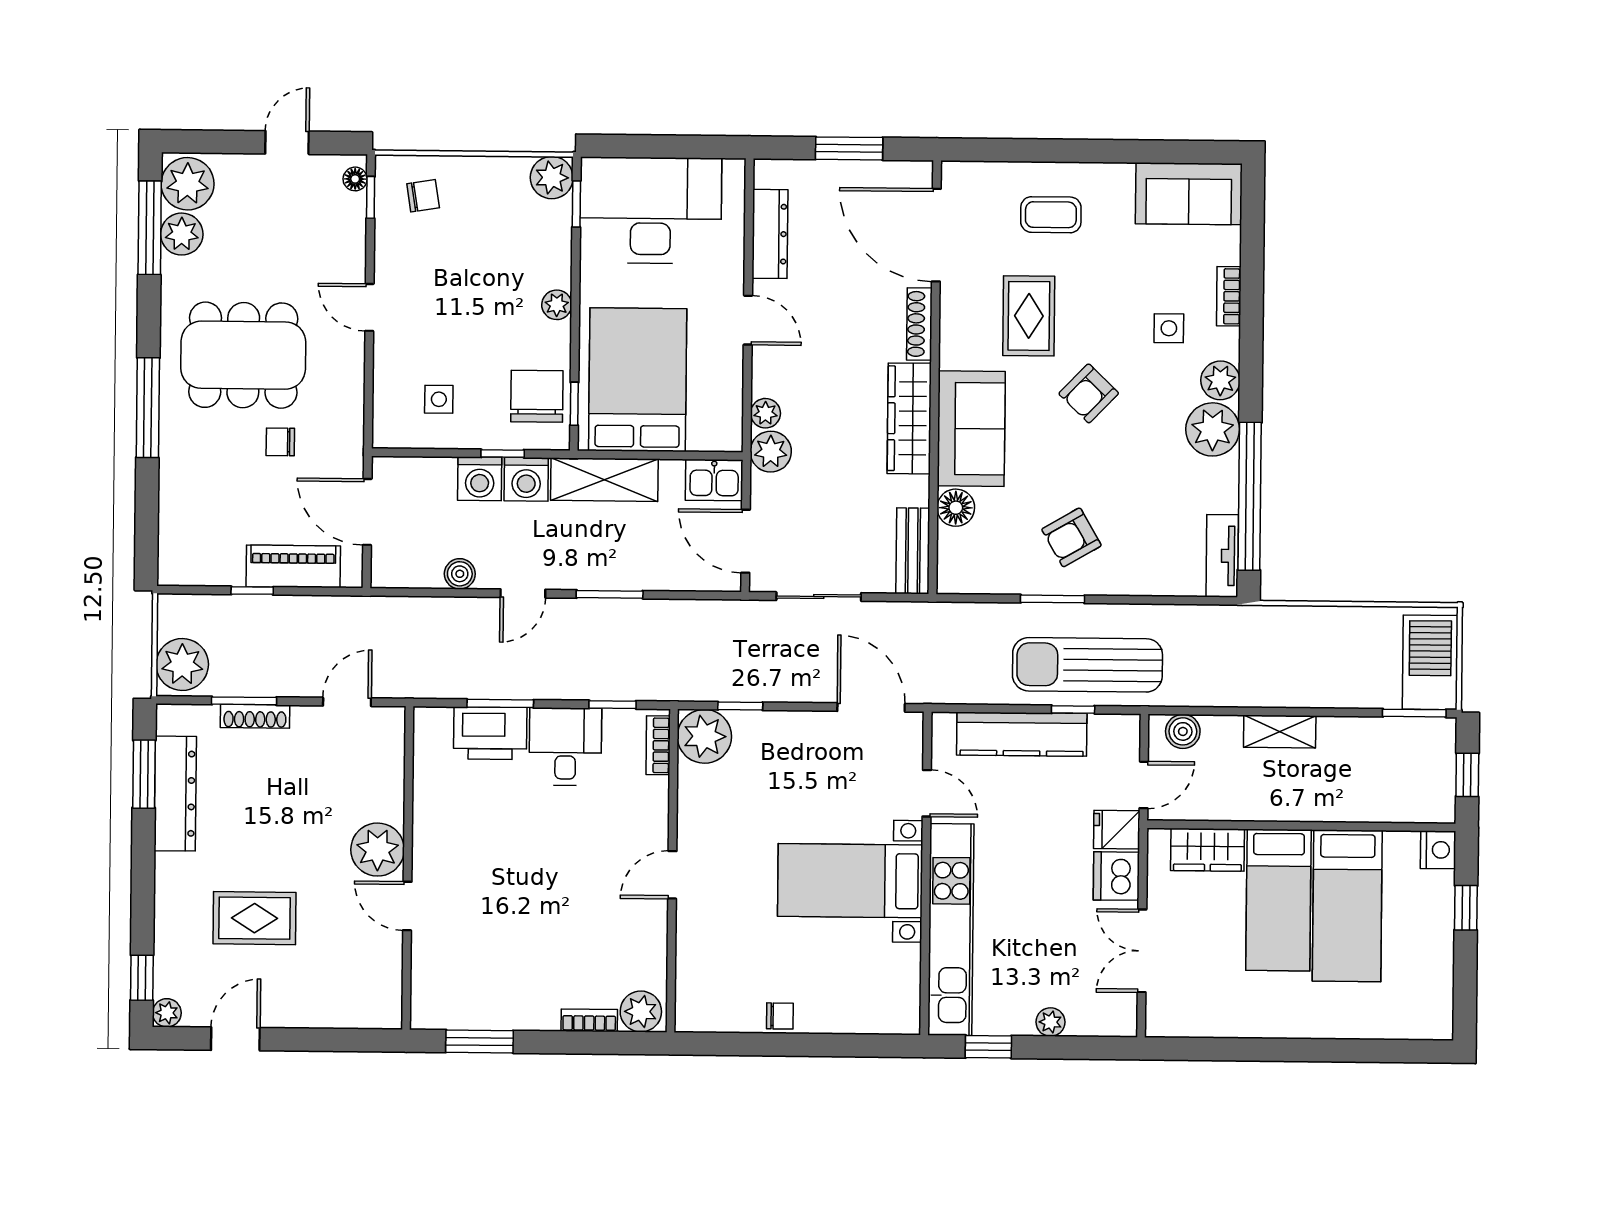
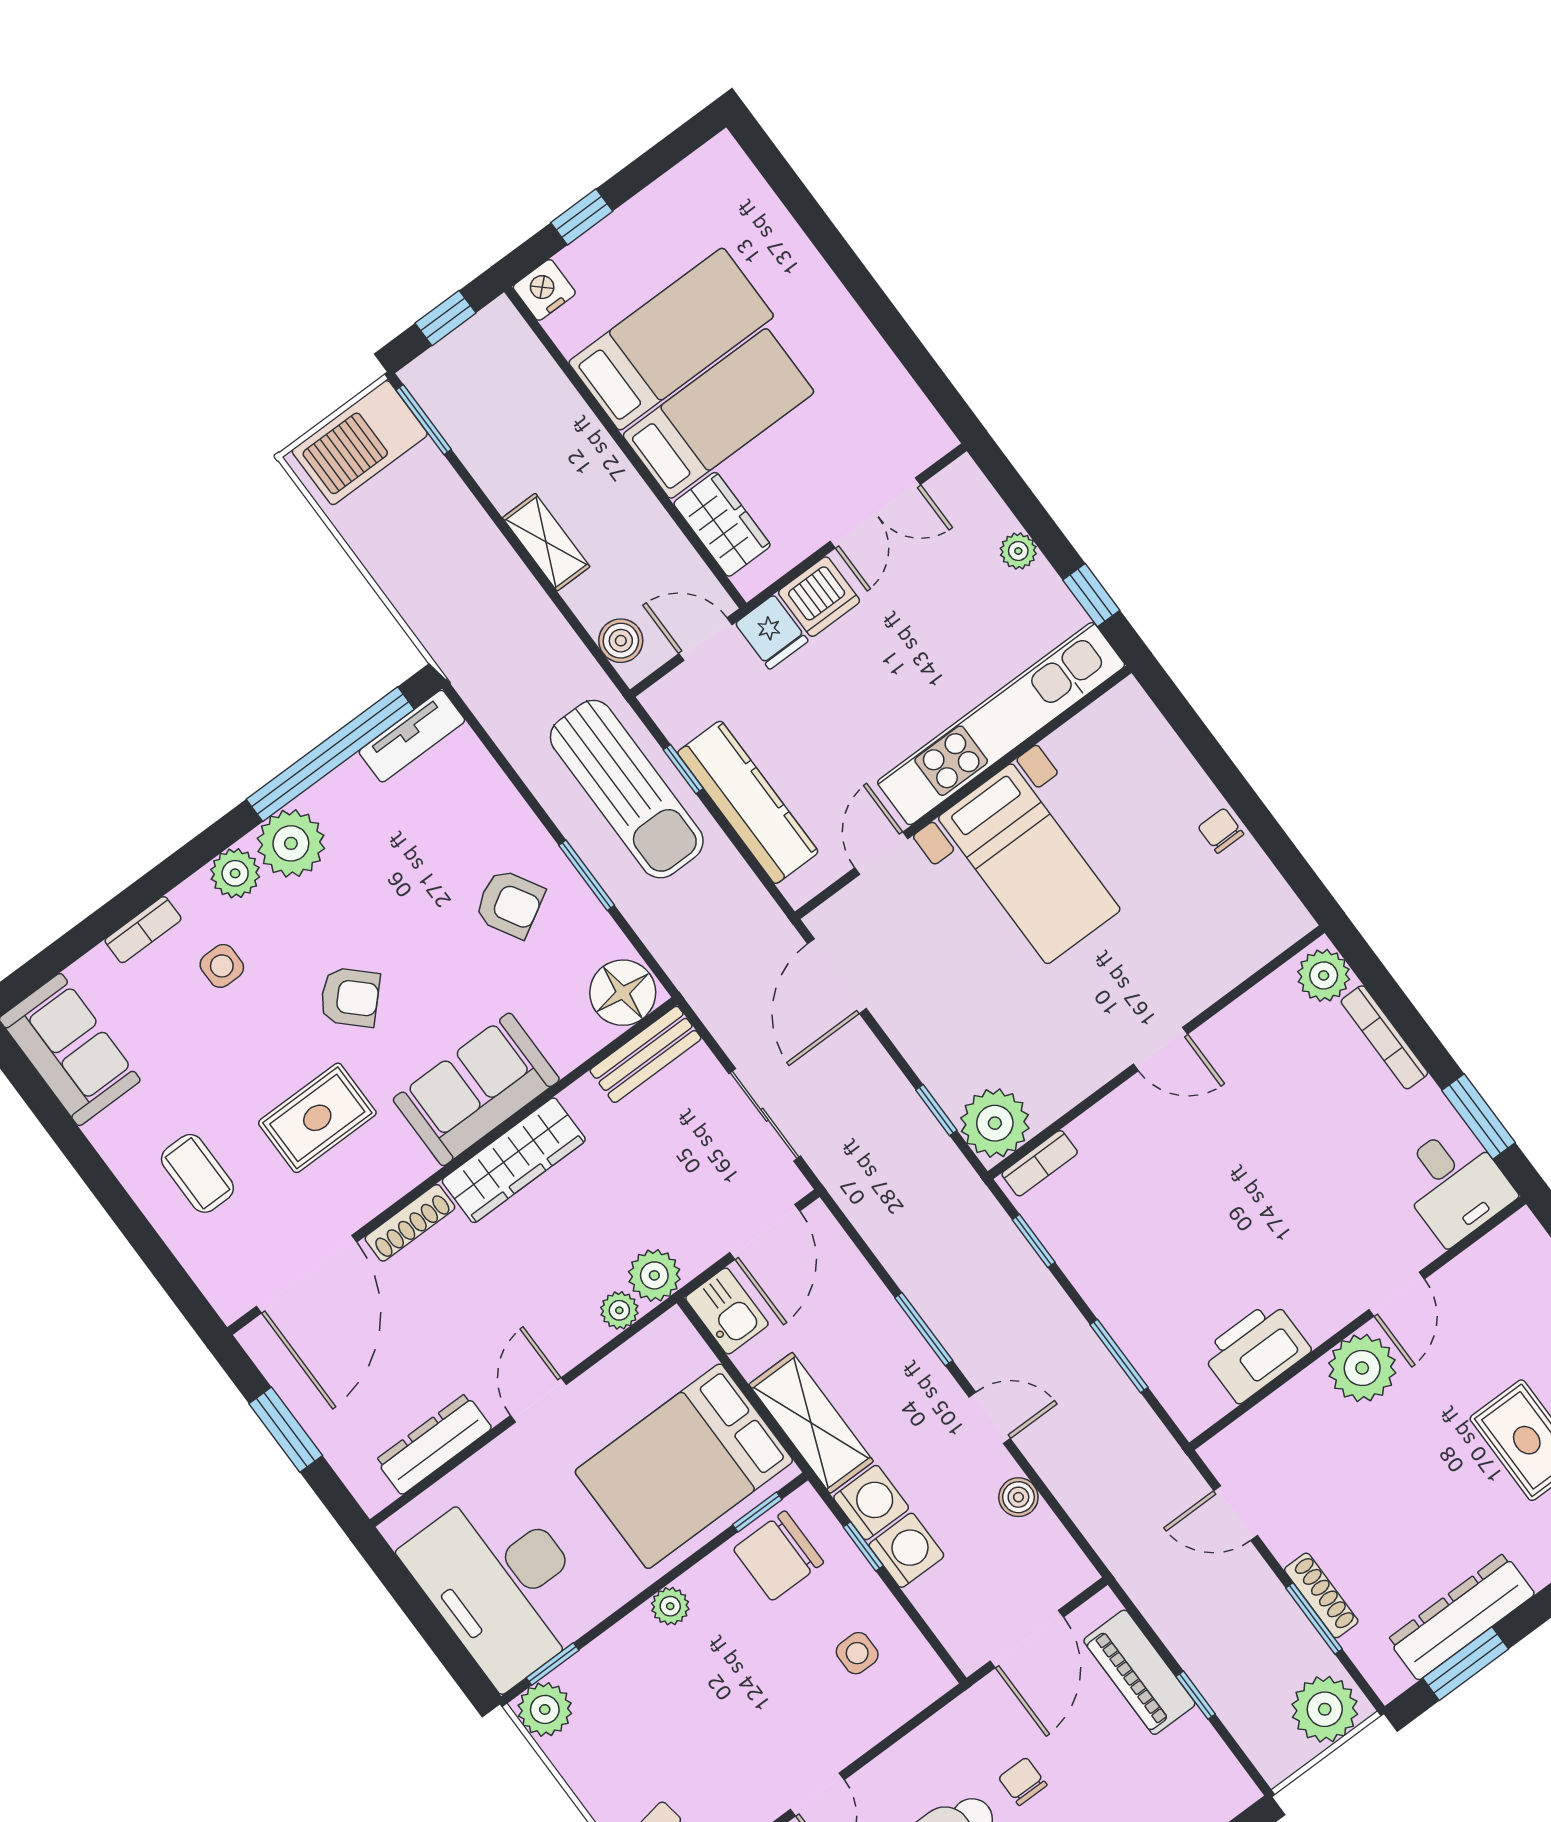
chair: (280, 442) -> (1023, 1781), turned 180
floor lamp: (956, 508) -> (623, 993), moved, width x1.38, depth x1.38
printer: (490, 733) -> (1256, 1351), moved, turned -90
desk: (565, 747) -> (1454, 1184), moved, turned -90
bookcase: (589, 1020) -> (1384, 1037), width x1.56

